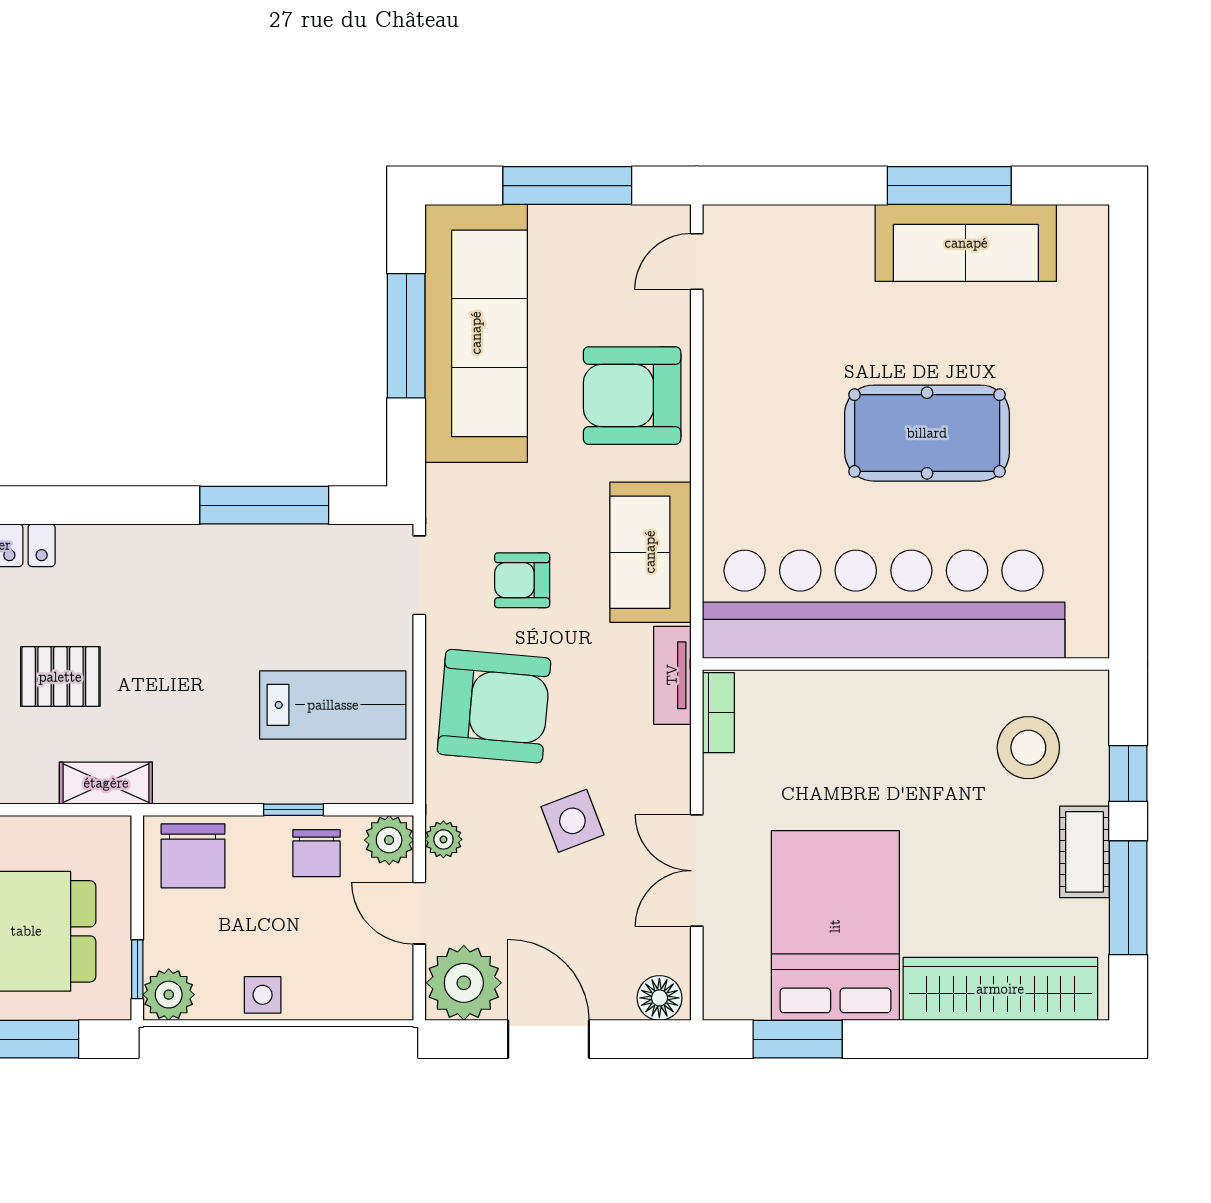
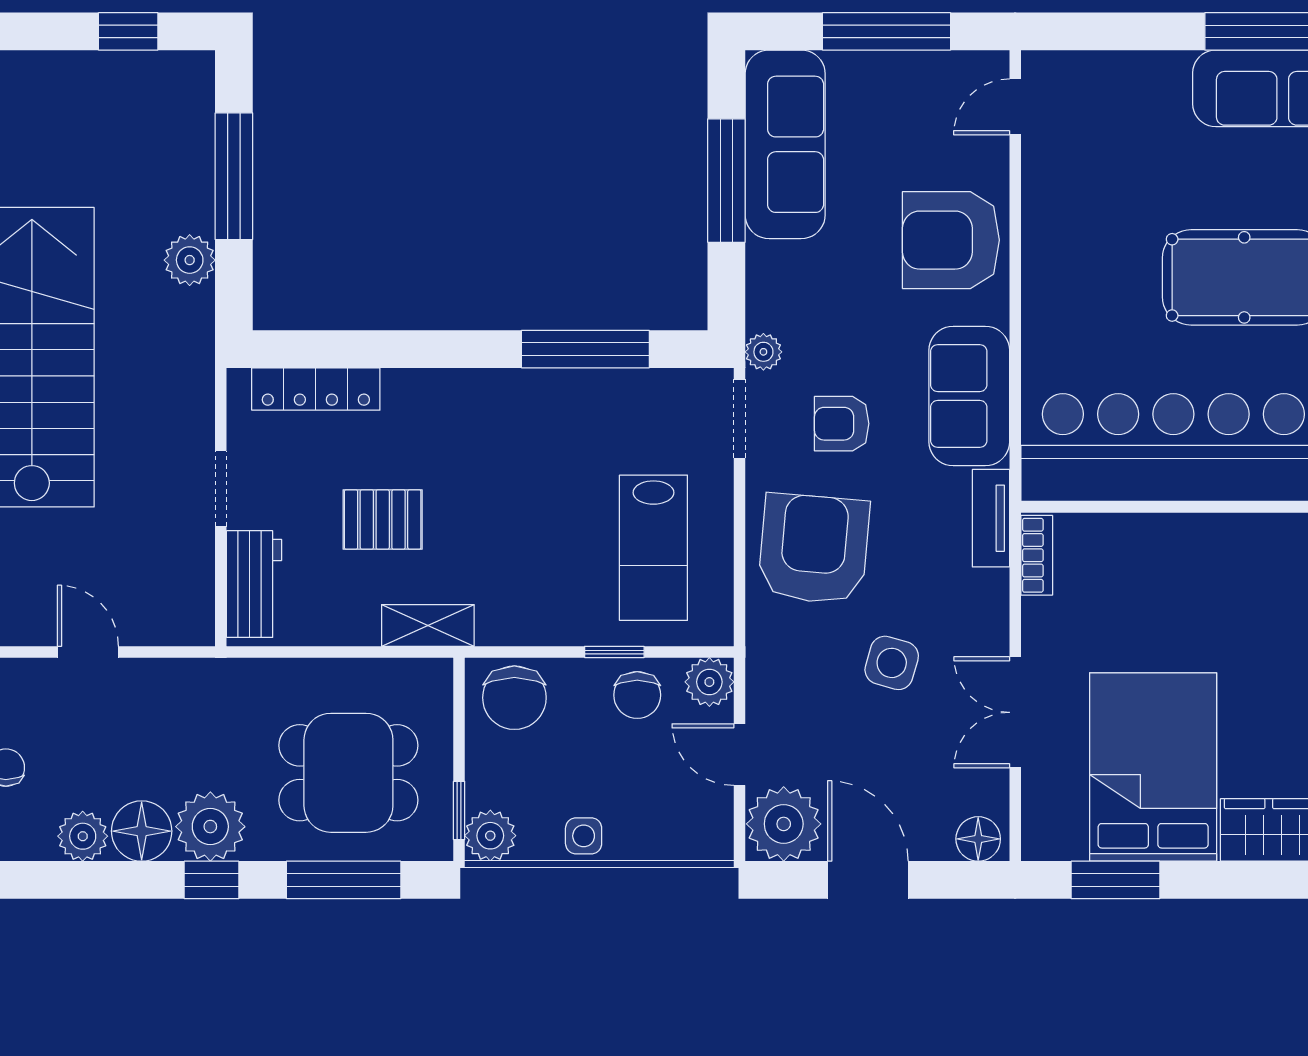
sofa: (476, 333) -> (785, 144), width x0.74, depth x0.79
lab bench: (333, 705) -> (653, 548), turned 90
armchair: (494, 706) -> (814, 549), turned -90
side table: (572, 821) -> (892, 663), turned 37
plant: (443, 839) -> (763, 352), moved

